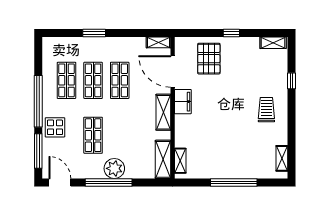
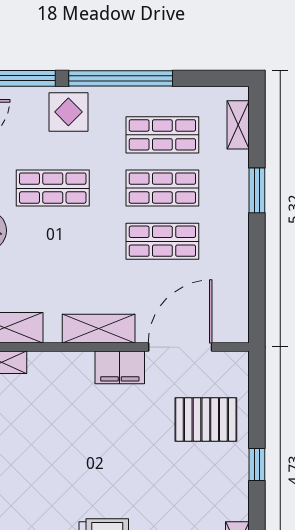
shelving: (159, 42) -> (238, 125), moved

